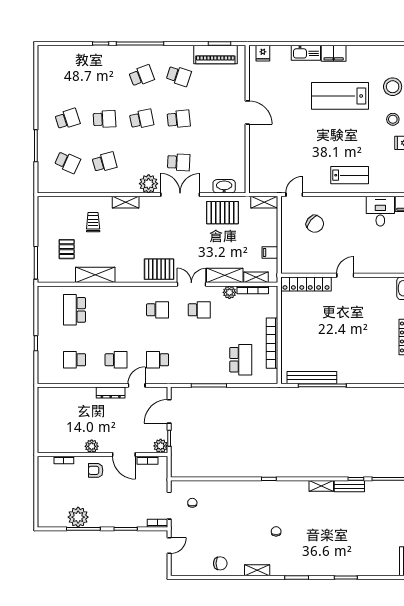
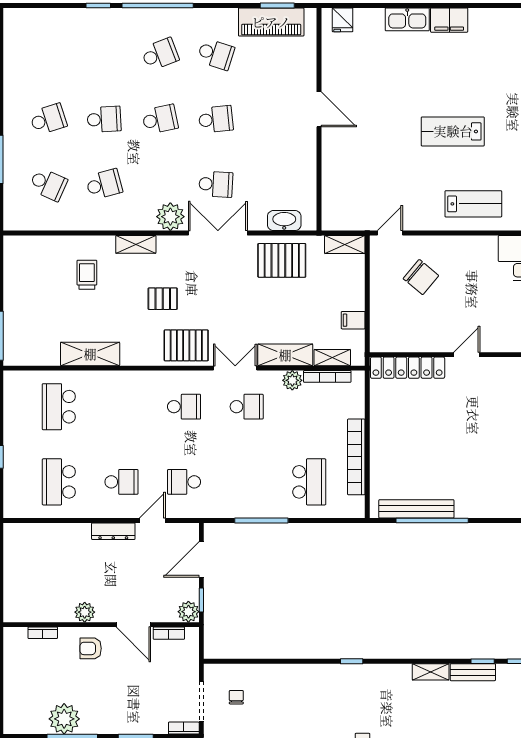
lab bench: (340, 96) -> (453, 131), moved, width x0.73, depth x0.72
pallet: (67, 249) -> (163, 299), moved, turned 90
school desk: (74, 360) -> (59, 482), width x1.85

